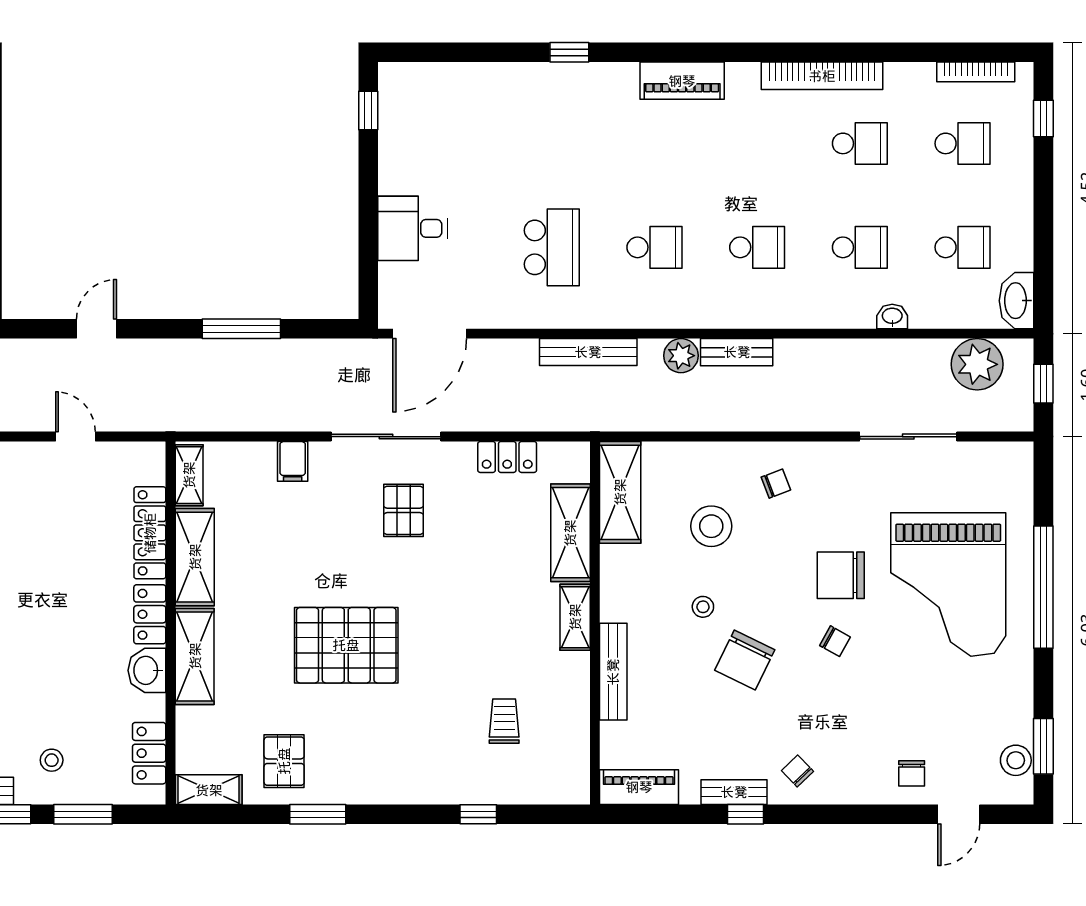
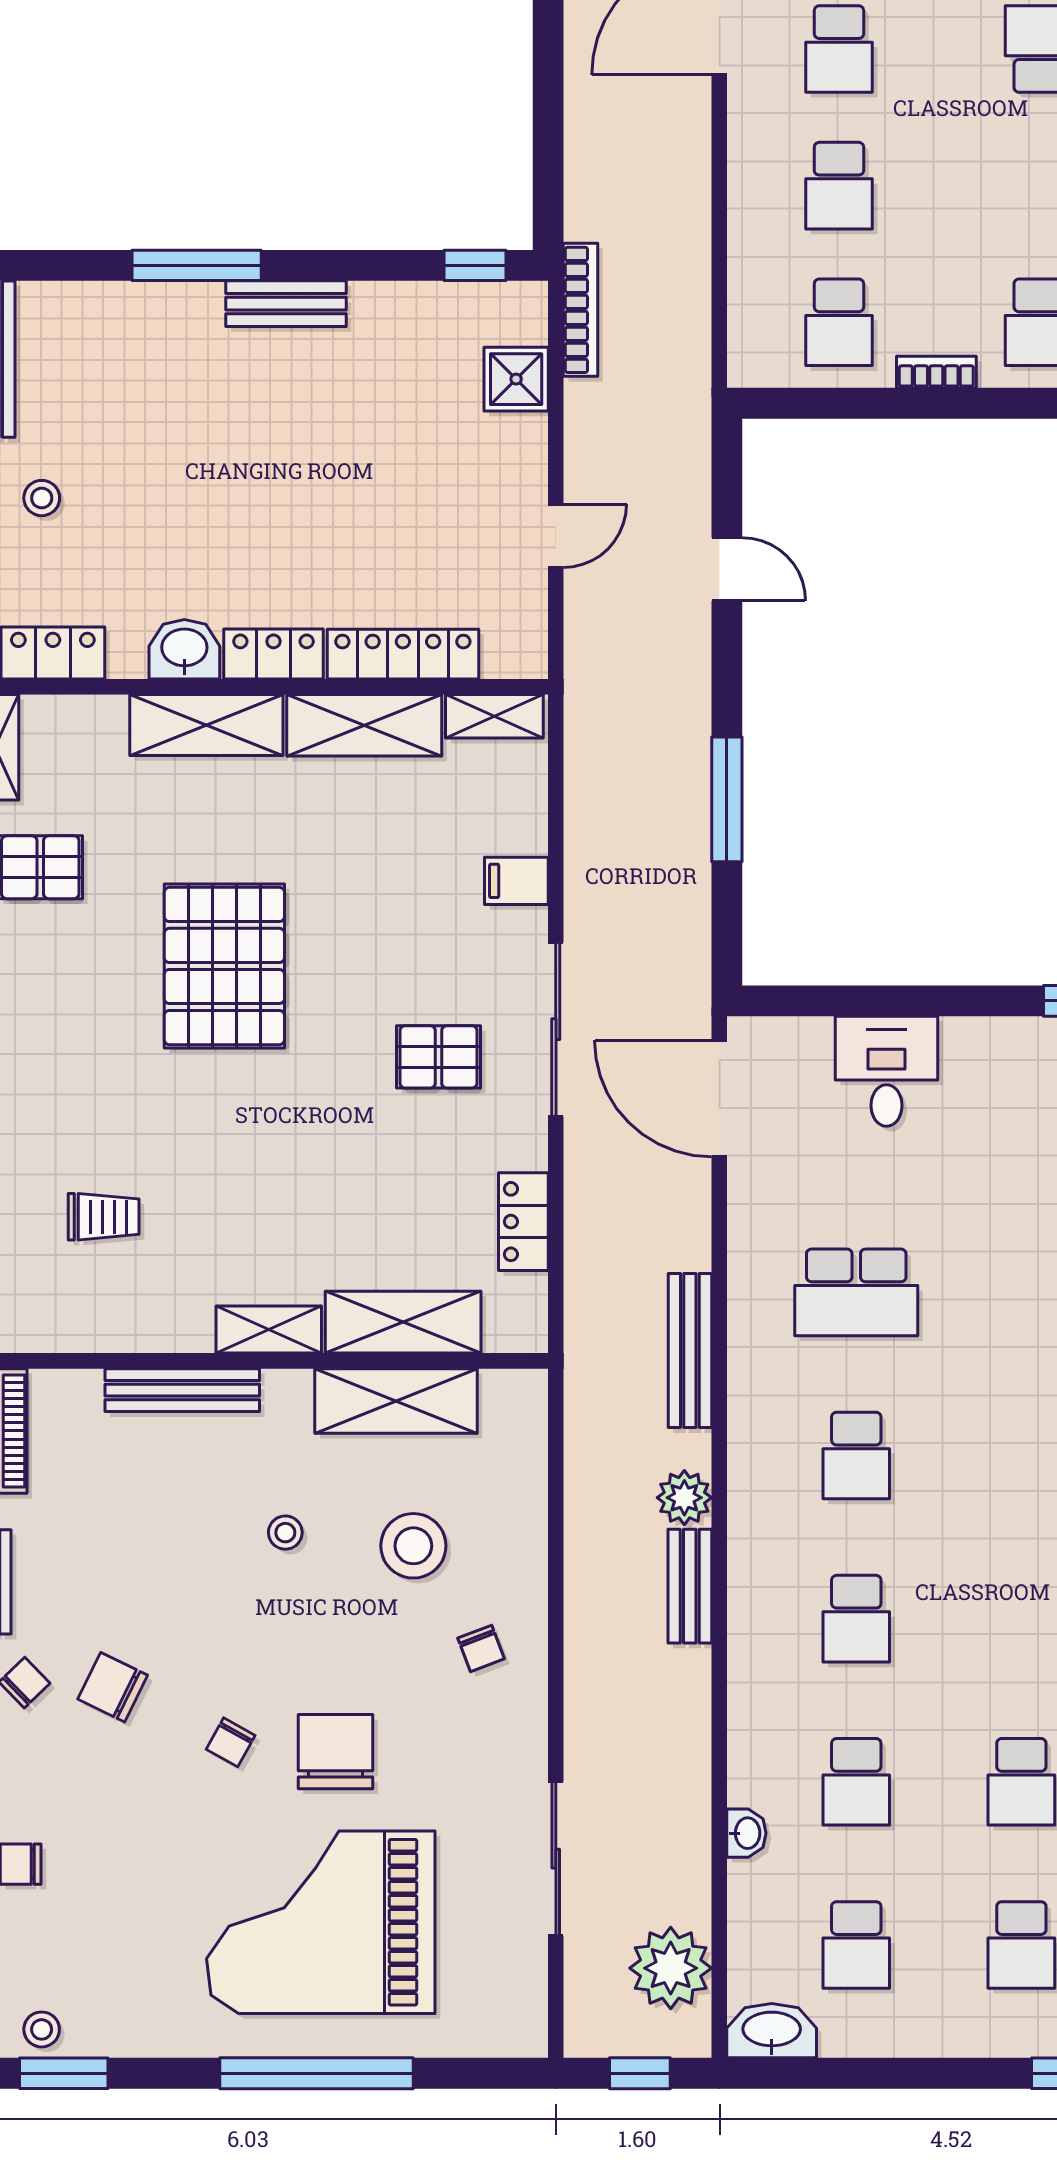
shelving: (620, 492) -> (396, 1401), moved
chair: (745, 660) -> (113, 1687), moved, width x0.73, depth x0.73
stool: (1016, 760) -> (42, 2029), width x0.73, depth x0.73

